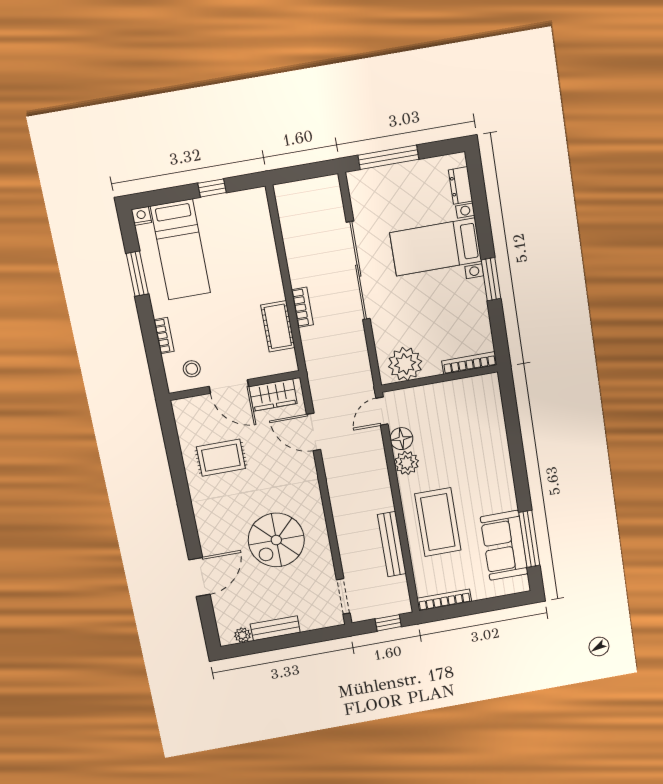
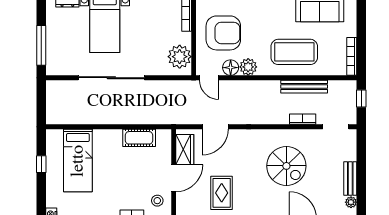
bed: (181, 250) -> (78, 161), moved, turned 90
bookcase: (302, 307) -> (303, 119), moved
armchair: (449, 420) -> (223, 33), added

